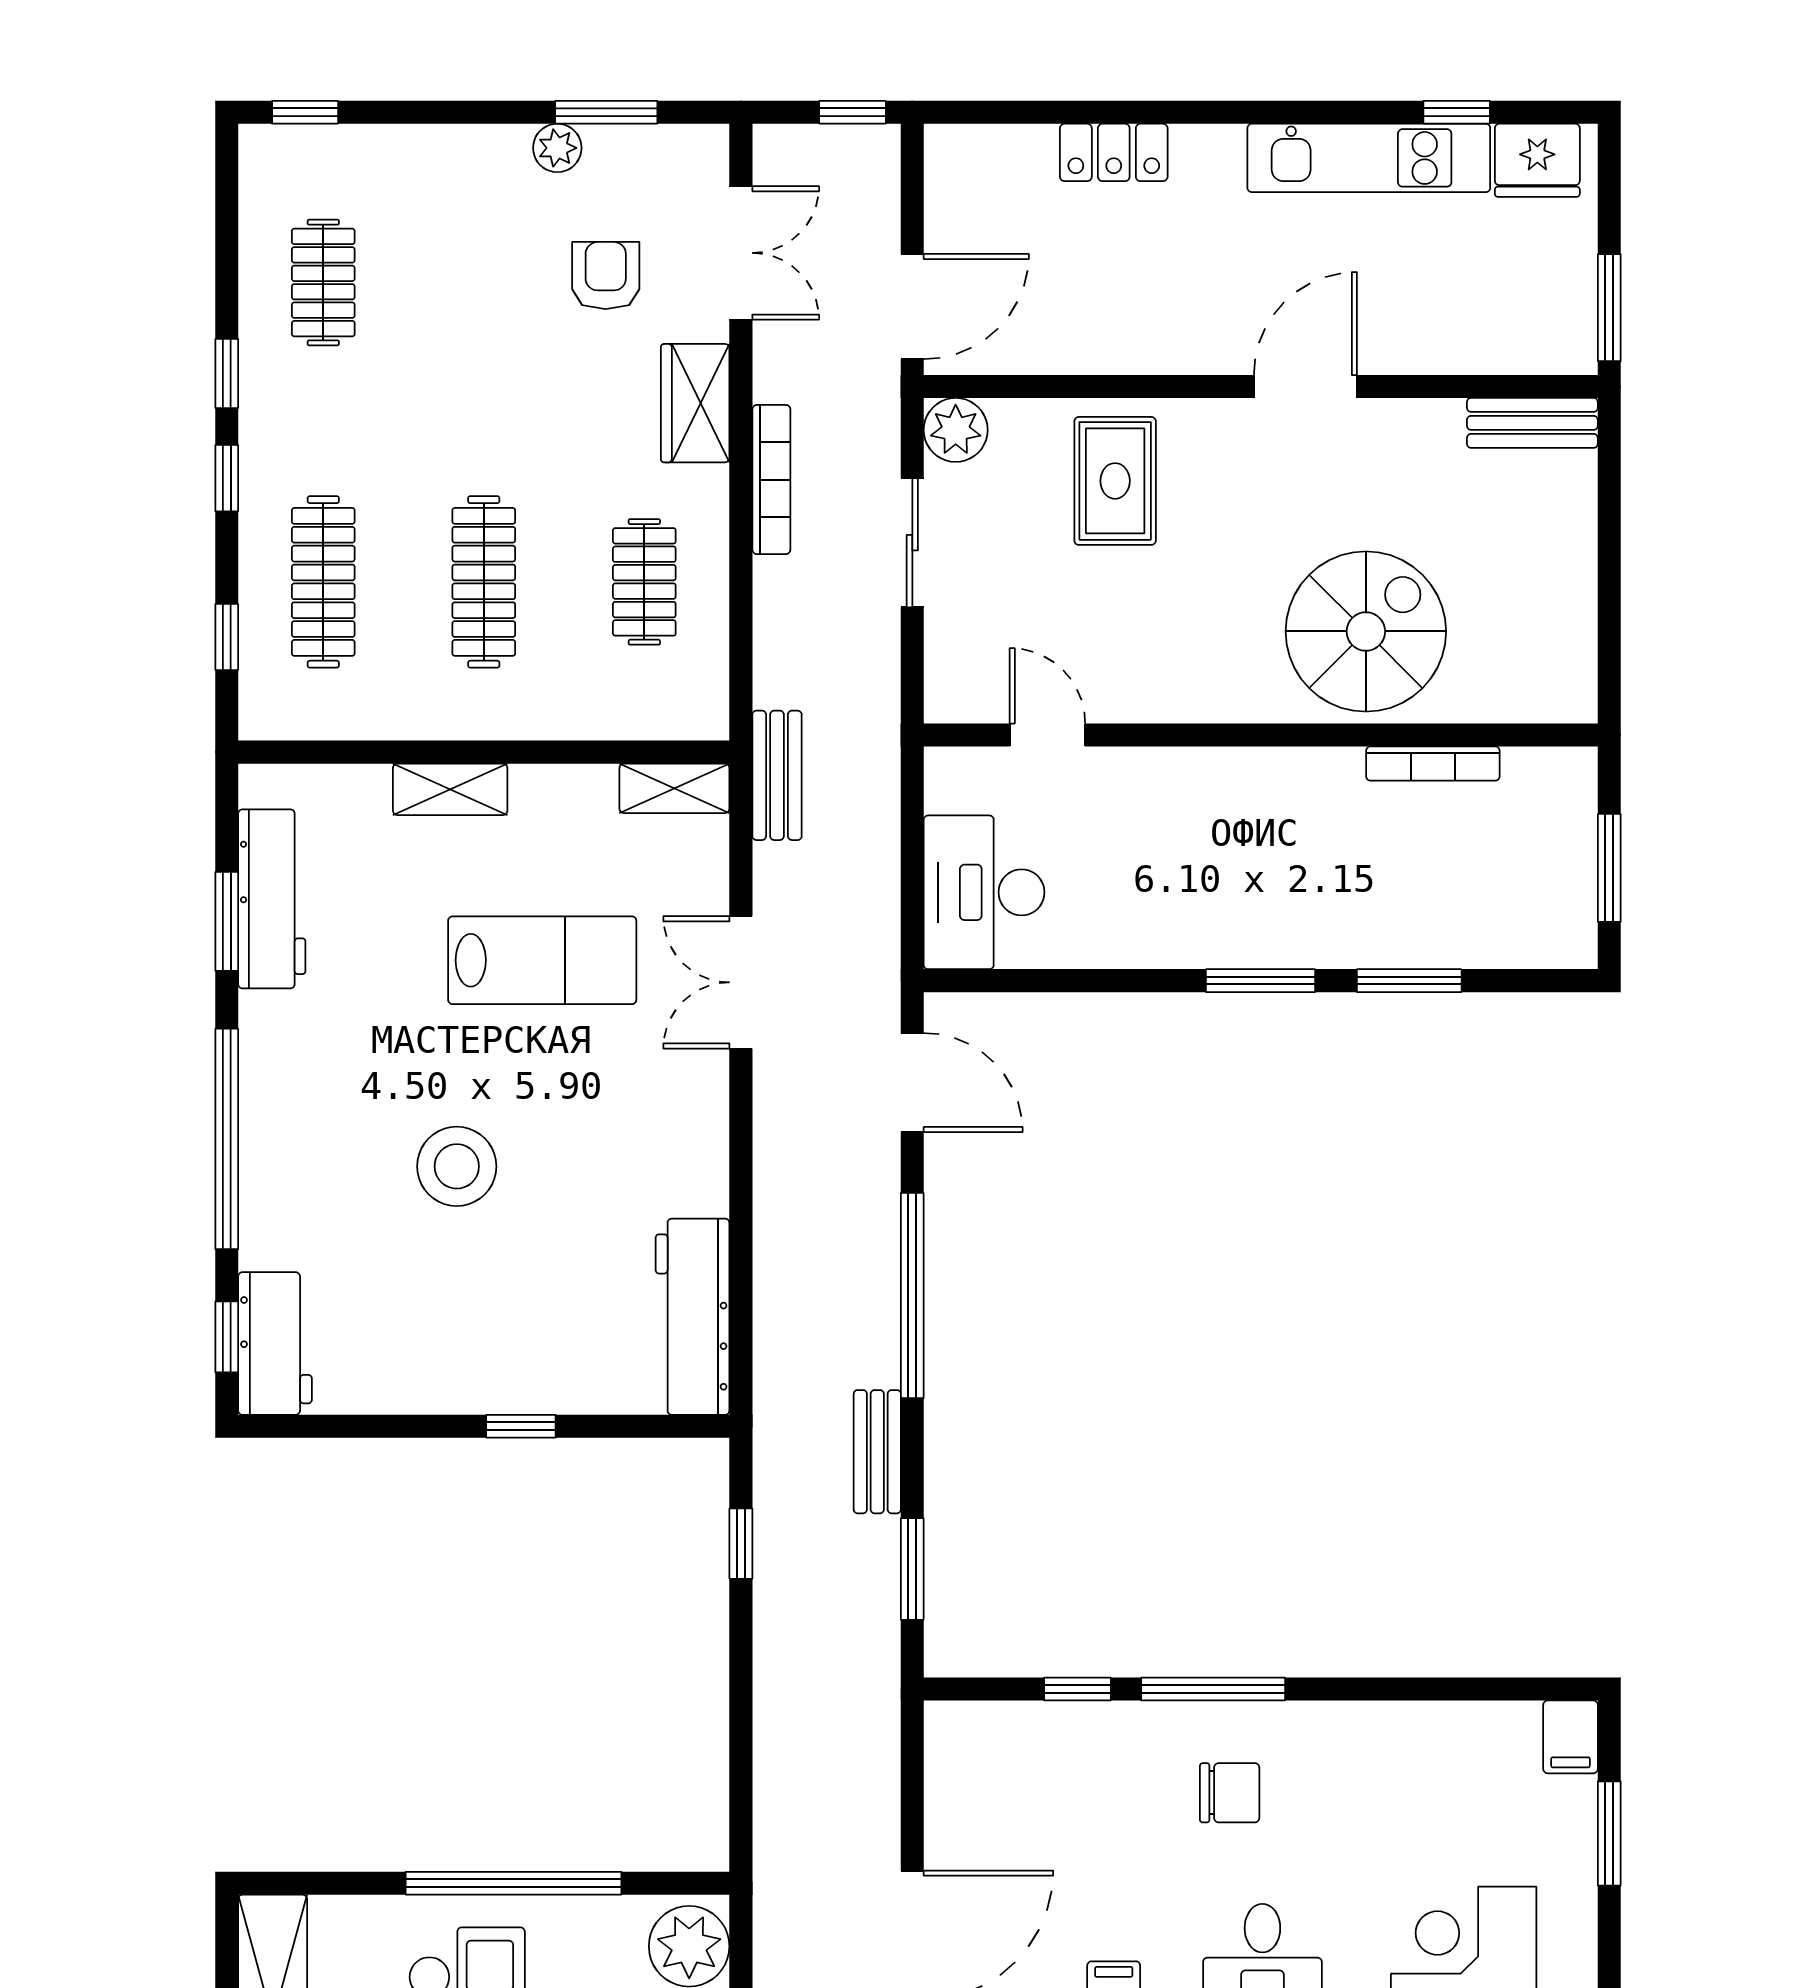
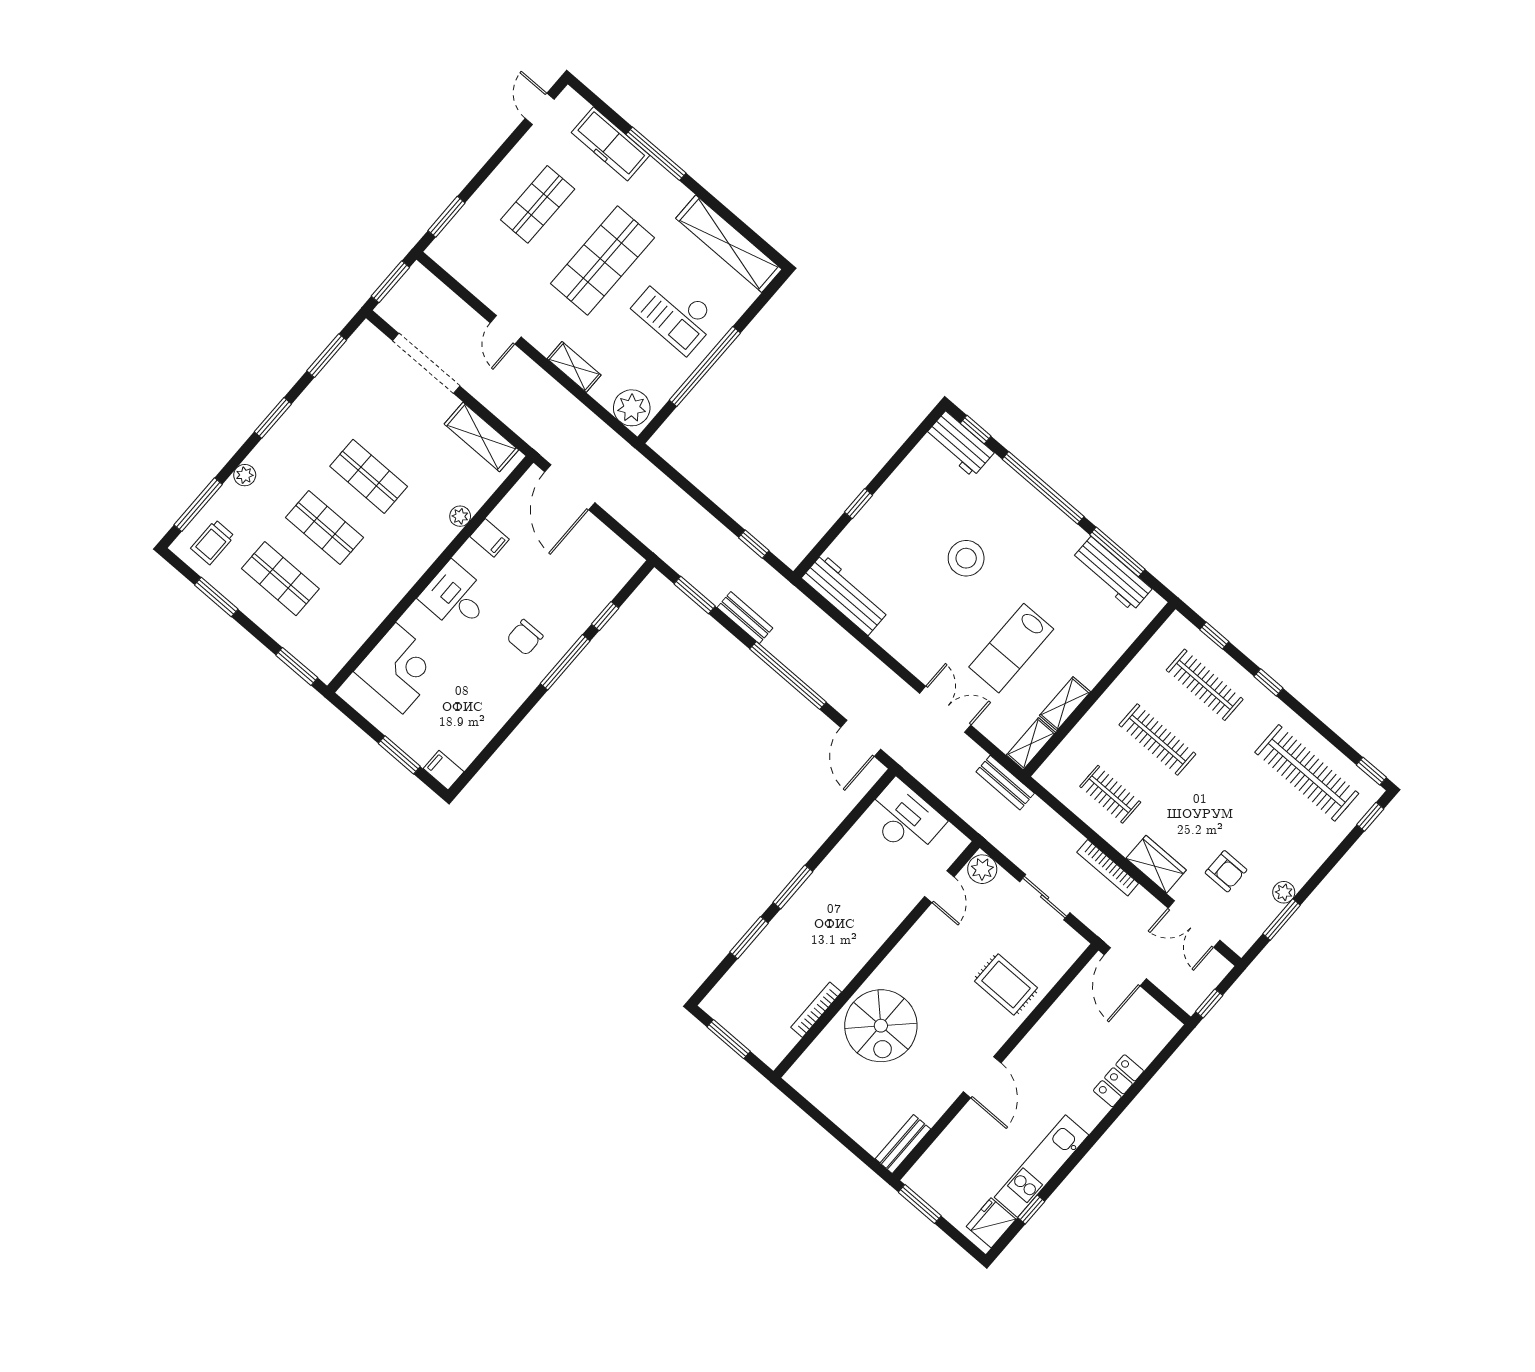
clothes rail: (323, 283) -> (1307, 773), width x1.86, depth x1.31
window: (227, 374) -> (1371, 771), moved
plant: (956, 430) -> (982, 869), moved
door: (1047, 735) -> (939, 887), hinge flipped
shelving: (450, 789) -> (1065, 704), moved
window: (227, 921) -> (1117, 552), width x1.44
door: (912, 1083) -> (861, 738), hinge flipped

